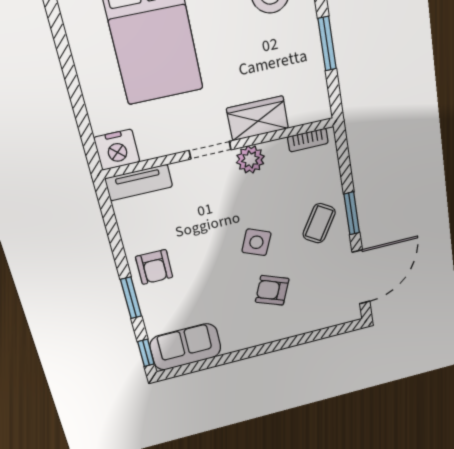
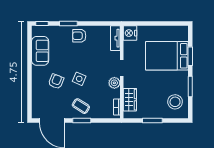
wardrobe: (258, 118) -> (130, 100), moved
sofa: (186, 347) -> (40, 51), moved

